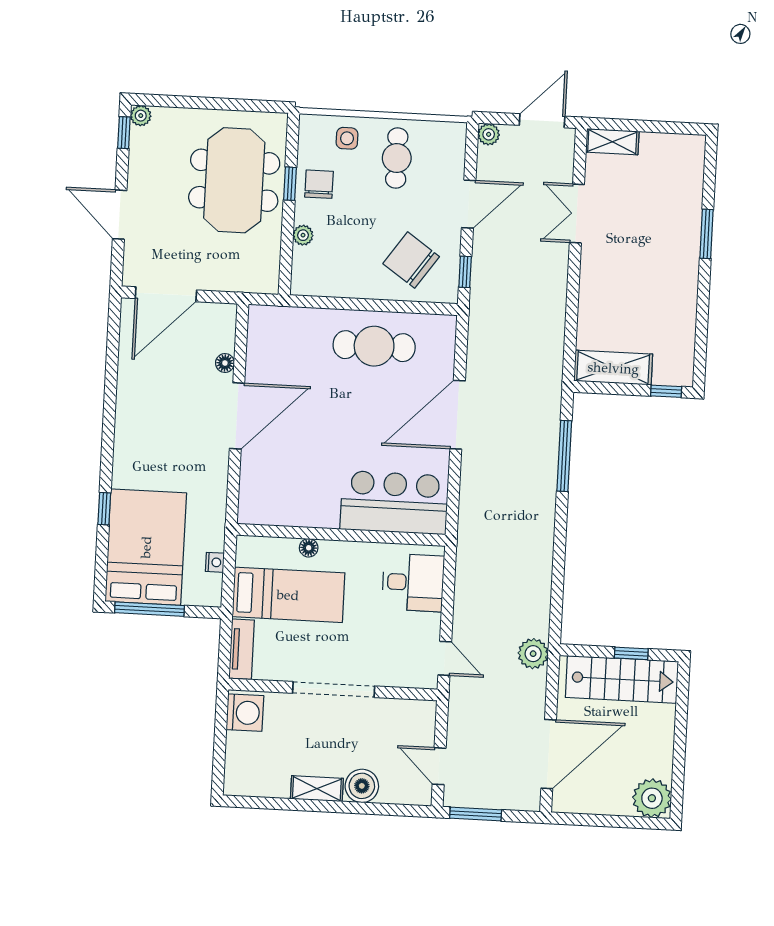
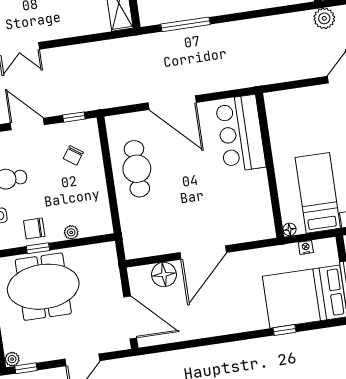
chair: (411, 260) -> (73, 155), width x0.54, depth x0.54
floor lamp: (225, 363) -> (164, 274), width x1.89, depth x1.89
door: (237, 416) -> (203, 252), swing flipped
floor lamp: (309, 548) -> (290, 229), moved
desk: (413, 583) -> (292, 110), removed

